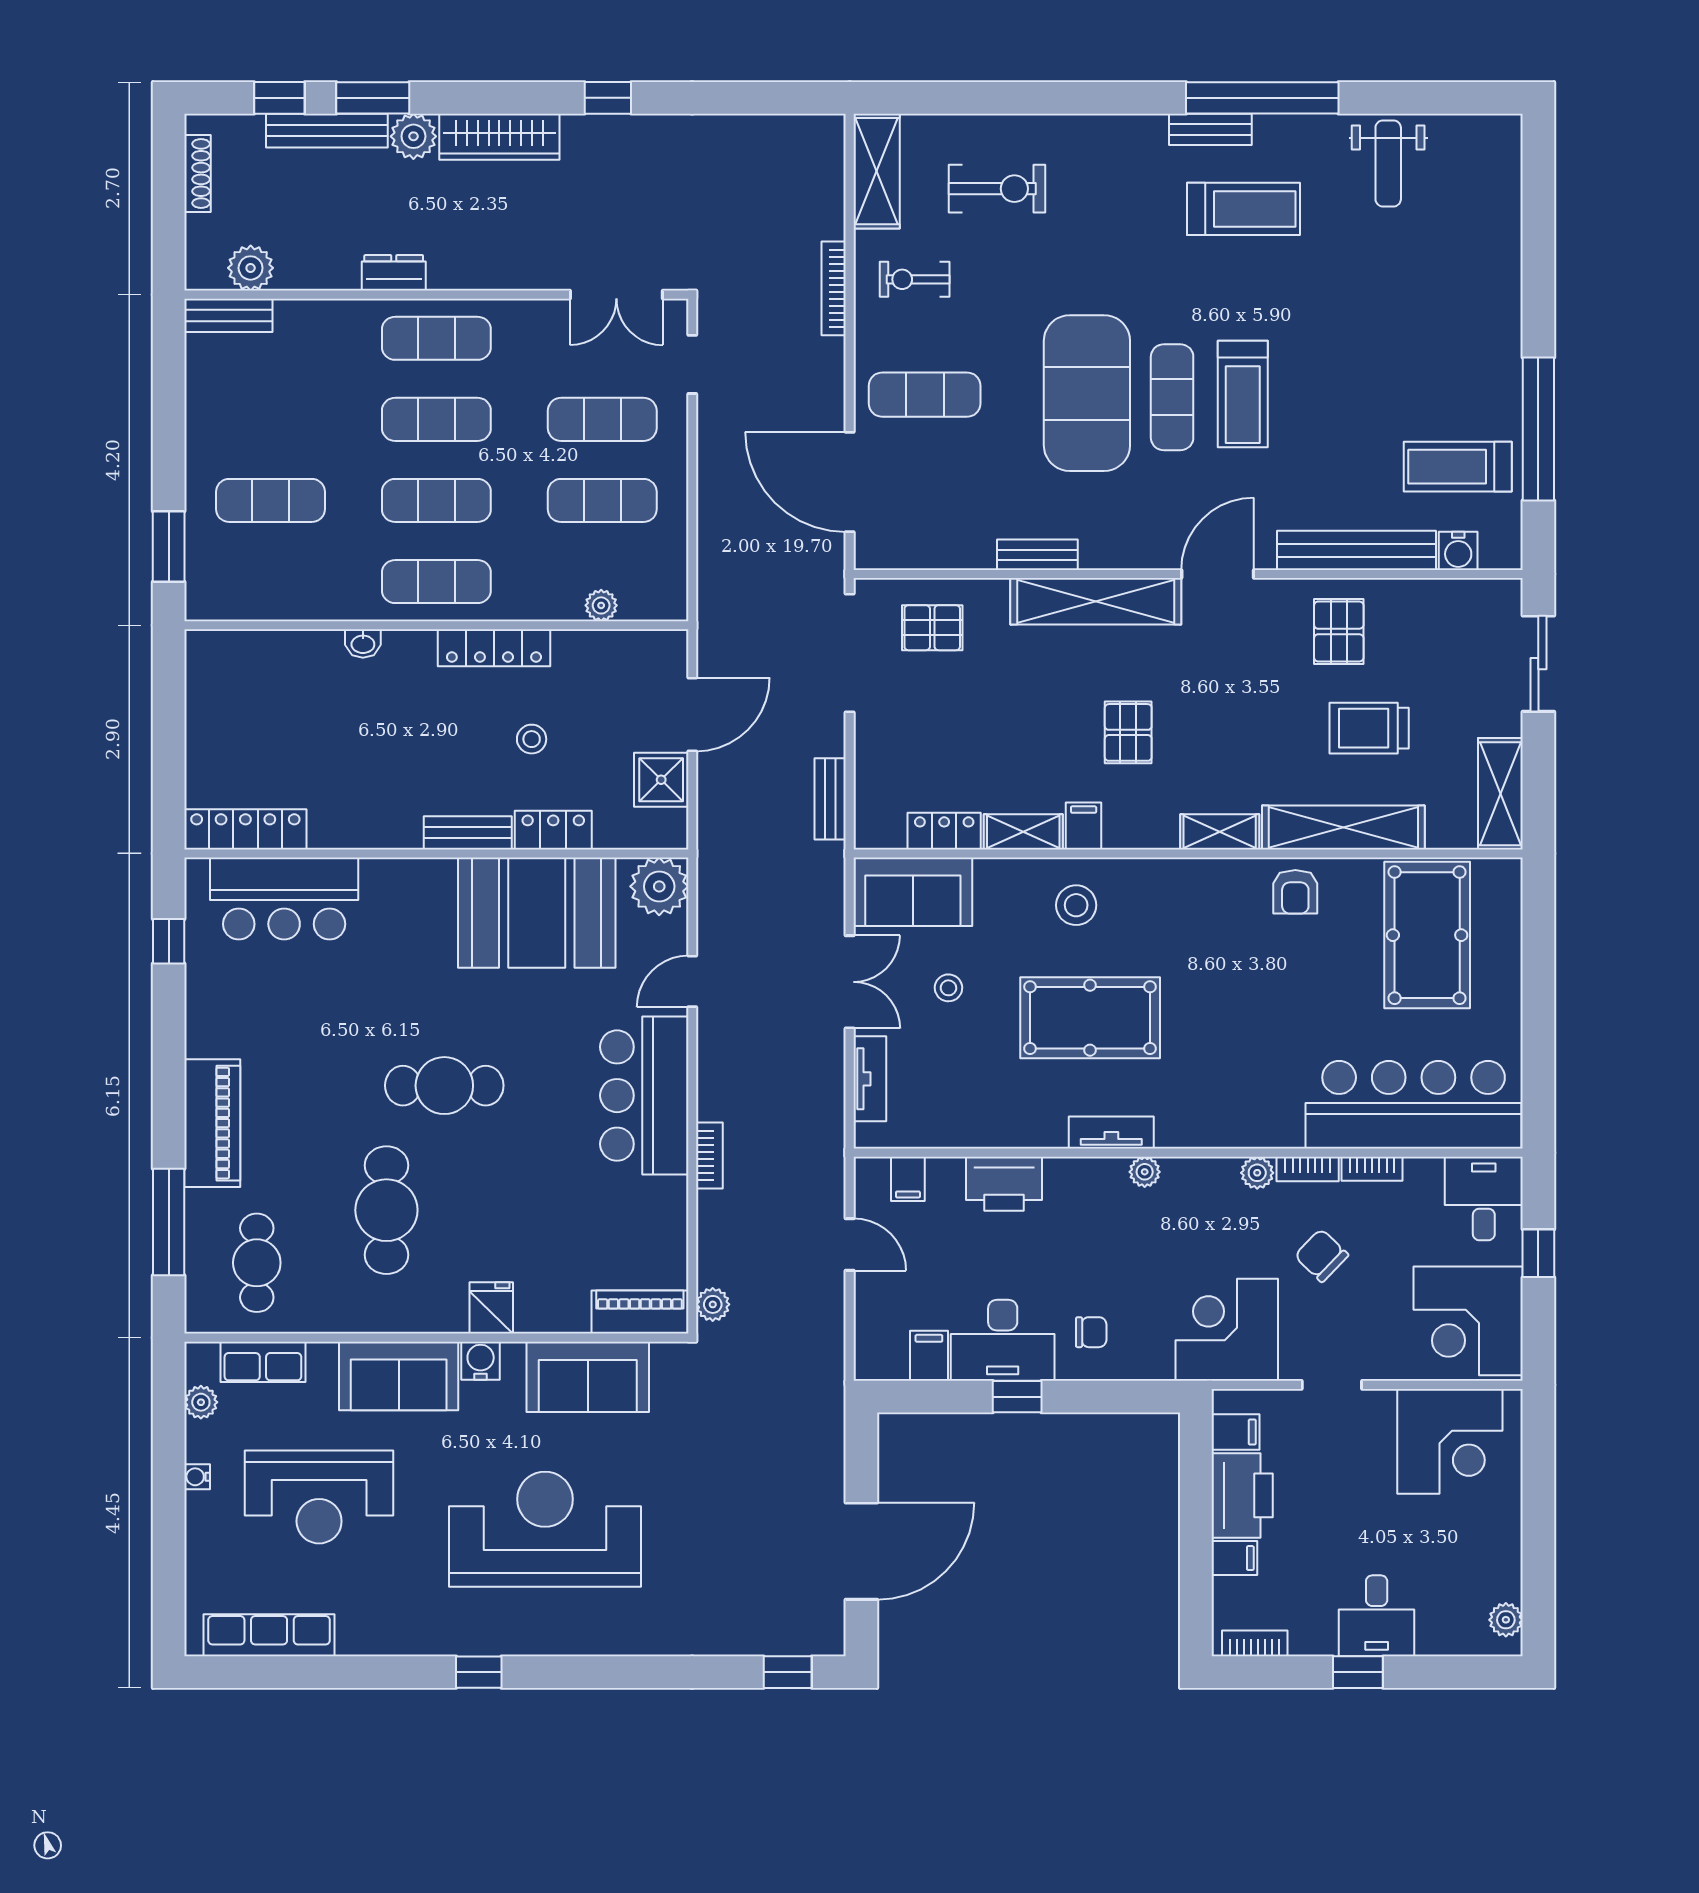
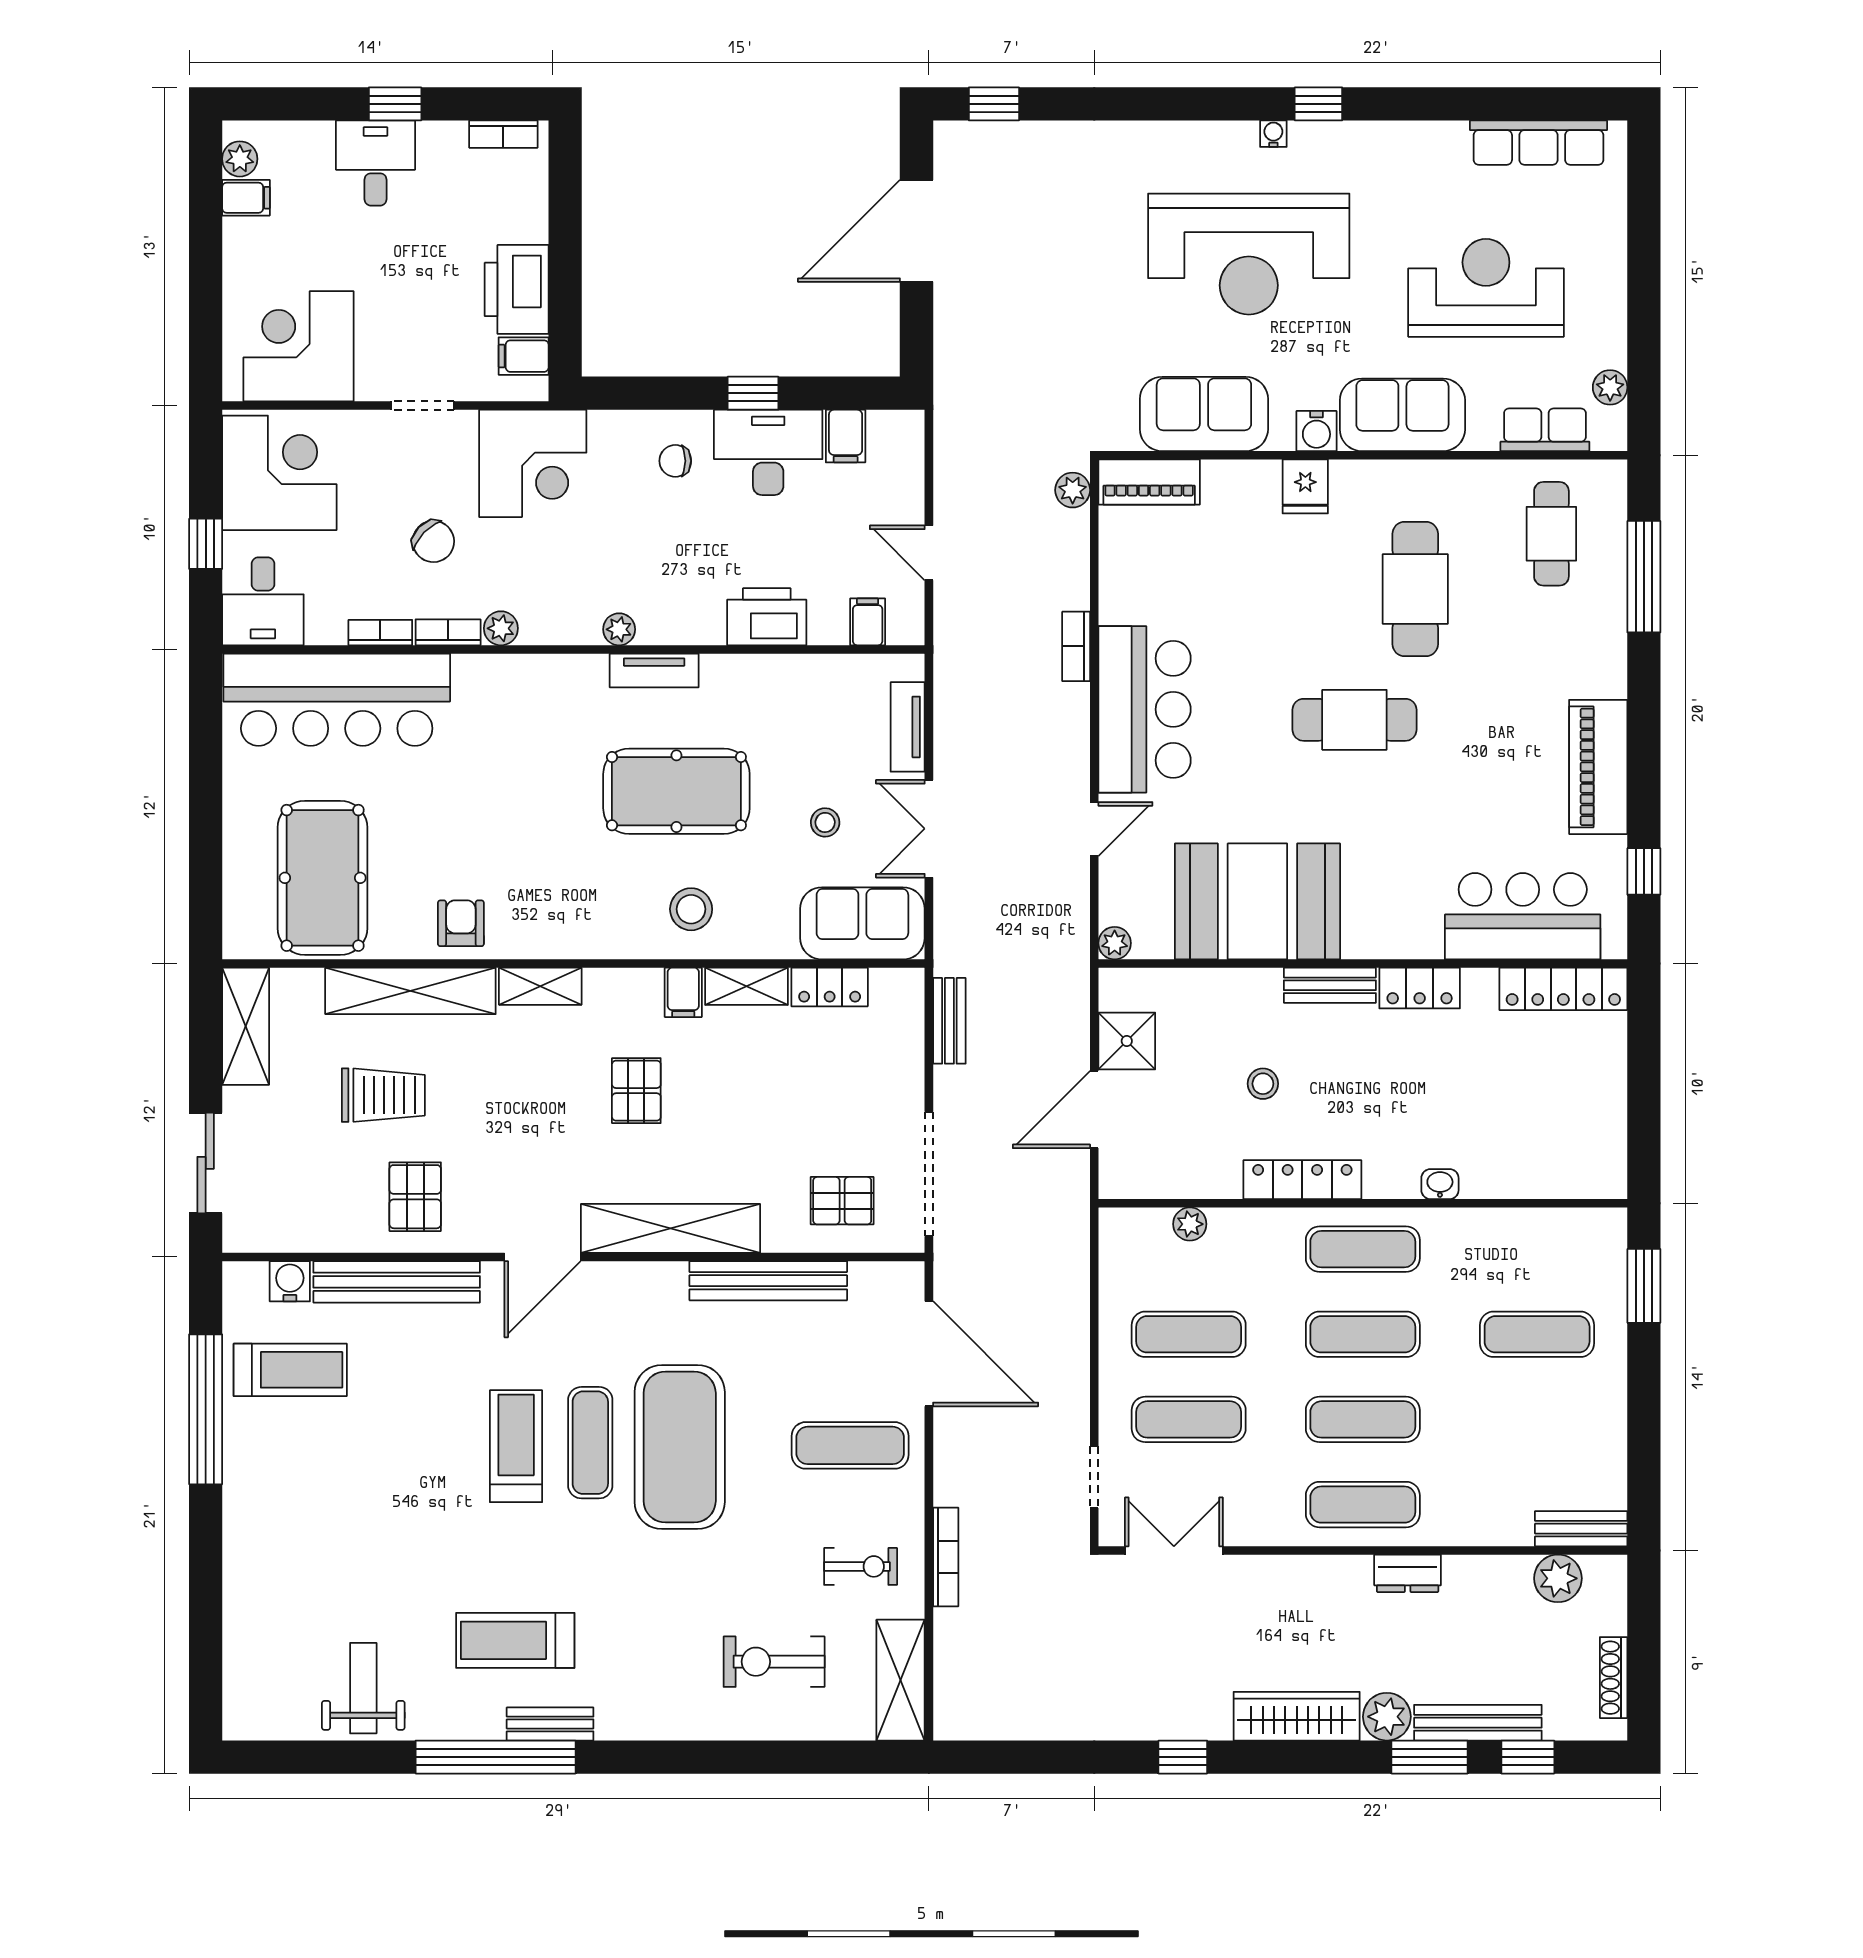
bench: (1037, 555) -> (768, 1281), width x1.86, depth x1.21
locker: (553, 830) -> (1420, 988), moved
plant: (659, 886) -> (1115, 943), width x0.53, depth x0.53
piano: (212, 1123) -> (1598, 767), moved
water cooler: (197, 1477) -> (1273, 134), moved, turned -90
filing cabinet: (1234, 1558) -> (246, 198), moved, turned 180

